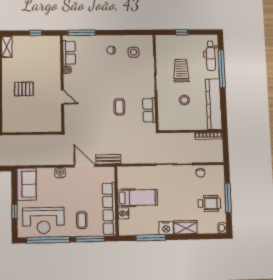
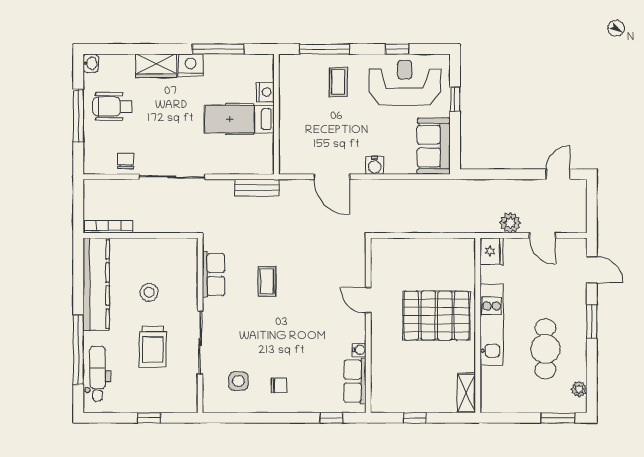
window: (82, 33) -> (332, 418), width x0.46
pallet: (24, 89) -> (436, 316), width x2.05, depth x2.00
bench: (108, 159) -> (257, 187), moved
row of seats: (109, 209) -> (290, 101), removed
window: (48, 240) -> (397, 49), width x0.32

